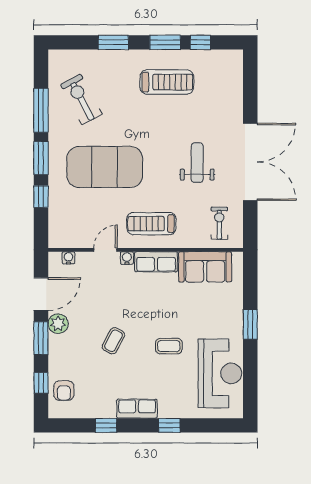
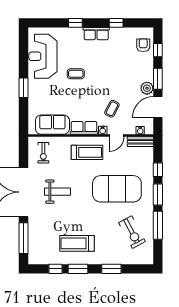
window: (250, 90) -> (23, 238), added
weight bench: (197, 163) -> (58, 192), turned -90
bench: (68, 240) -> (140, 142), added
coffee table: (113, 341) -> (112, 109), moved

